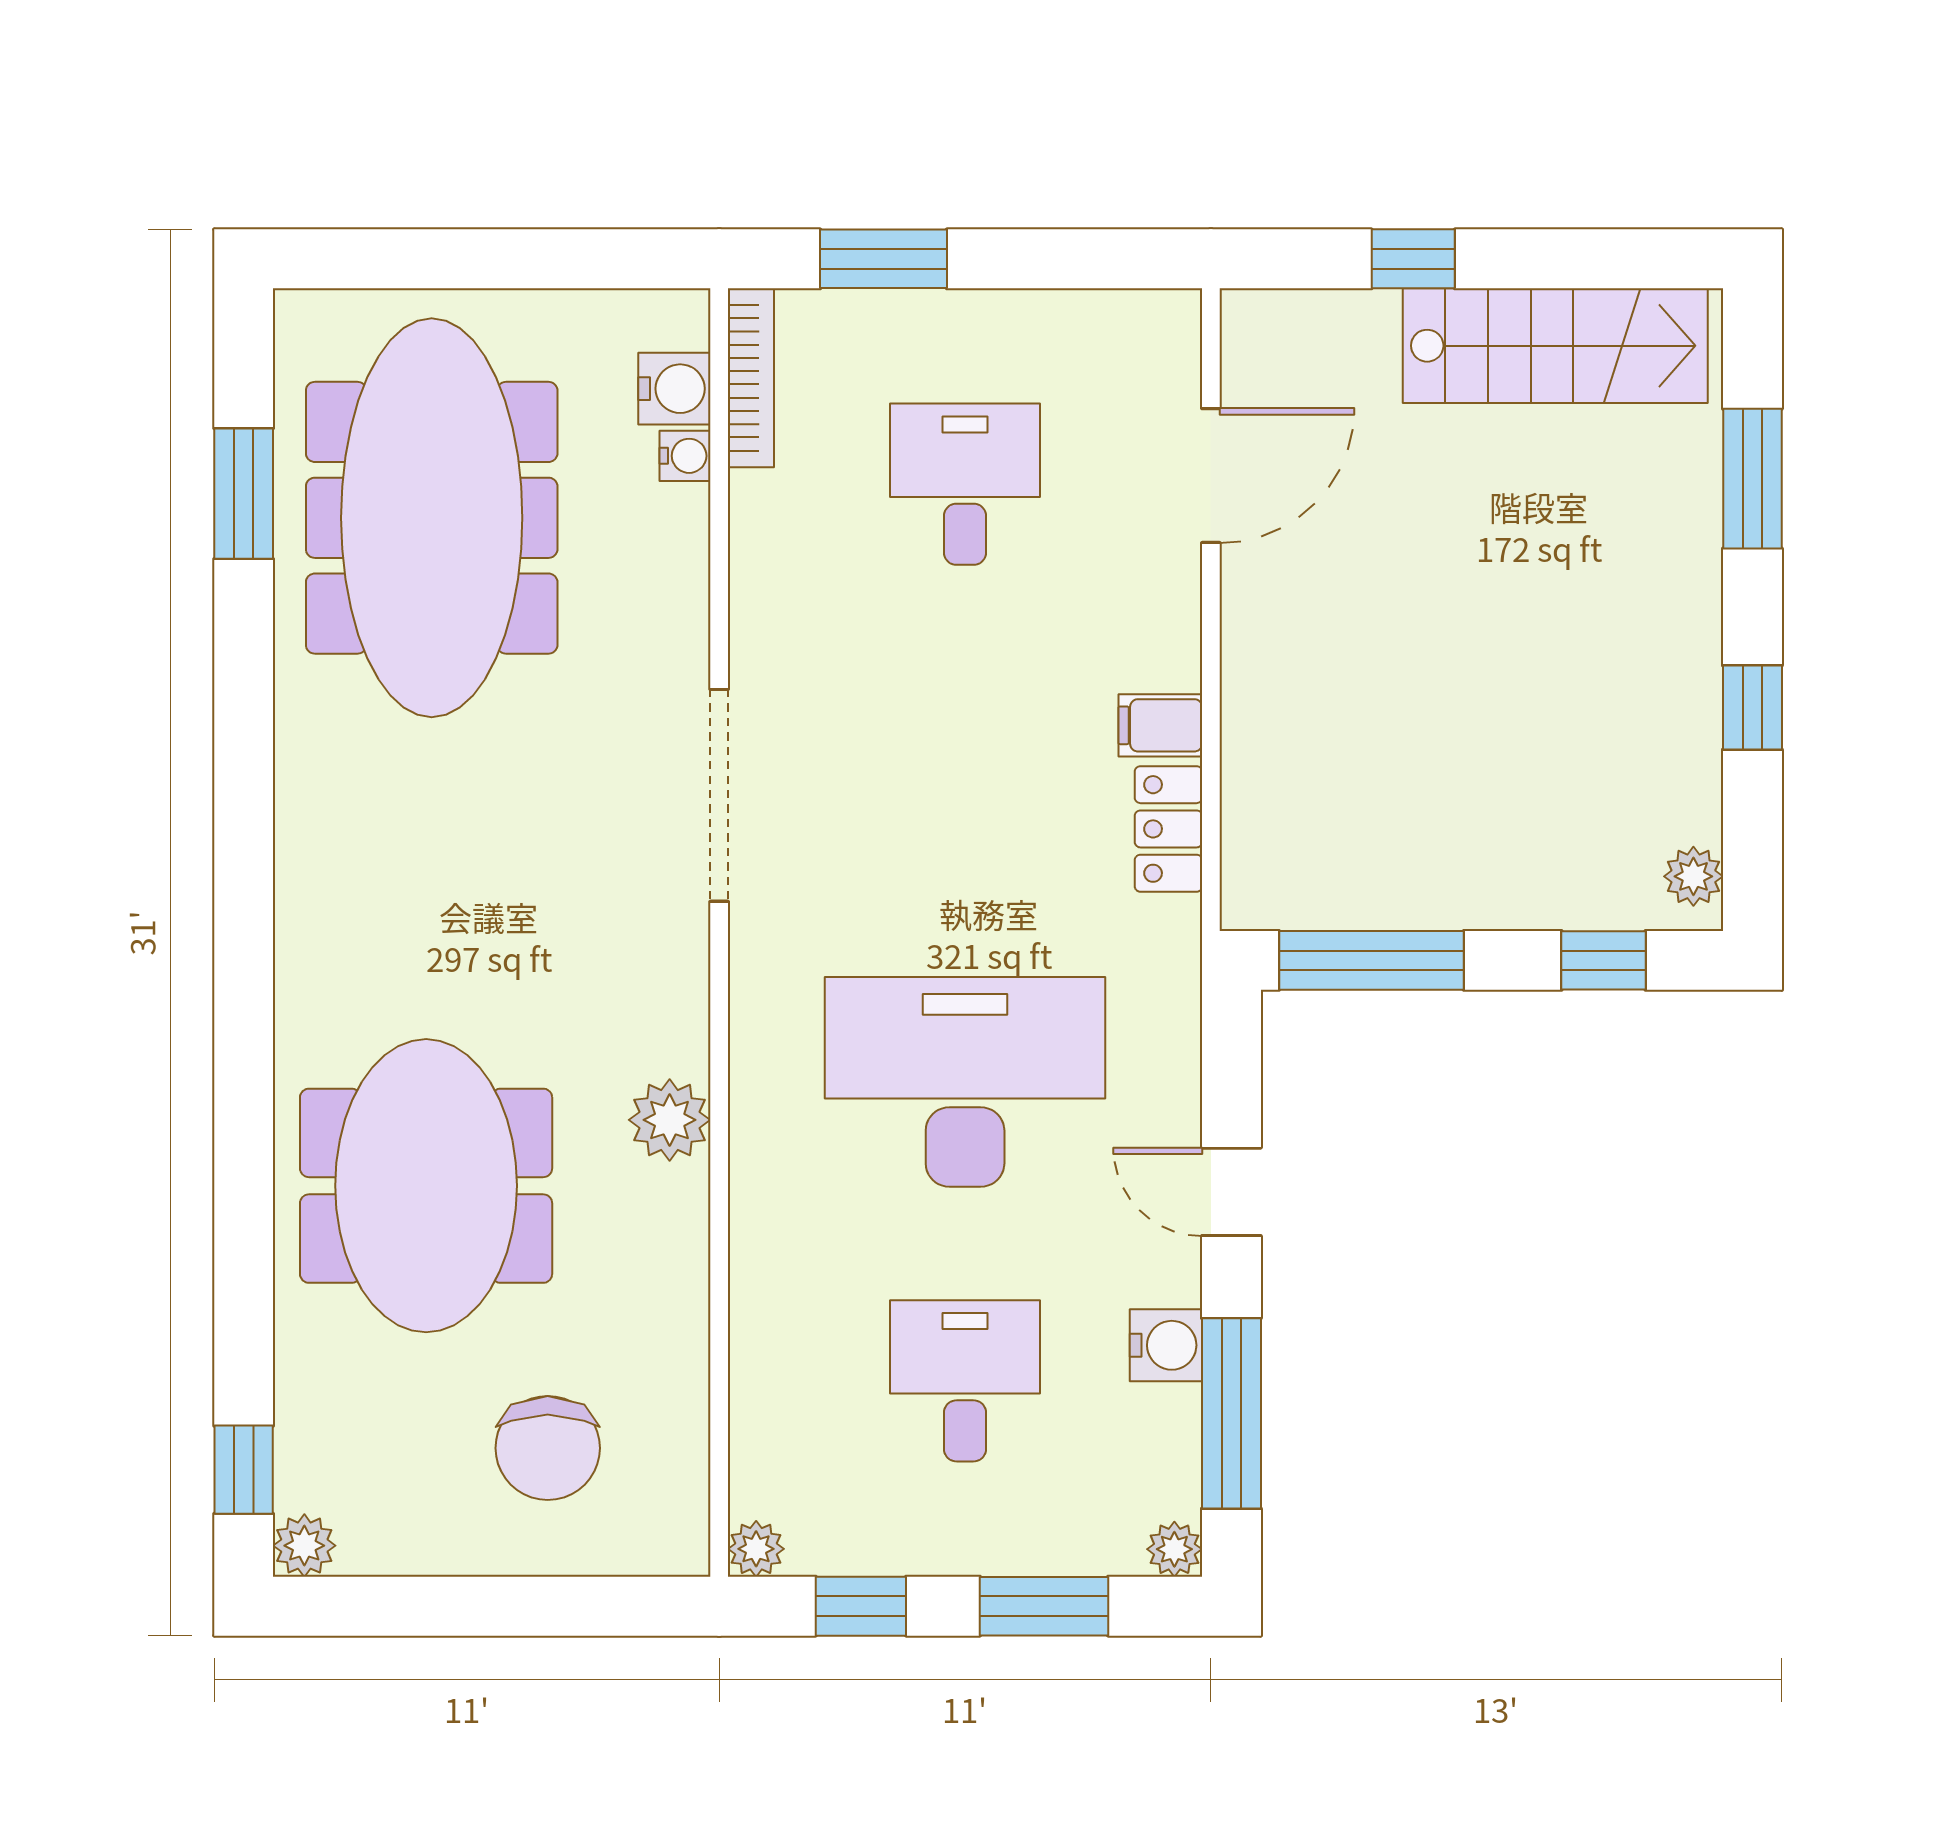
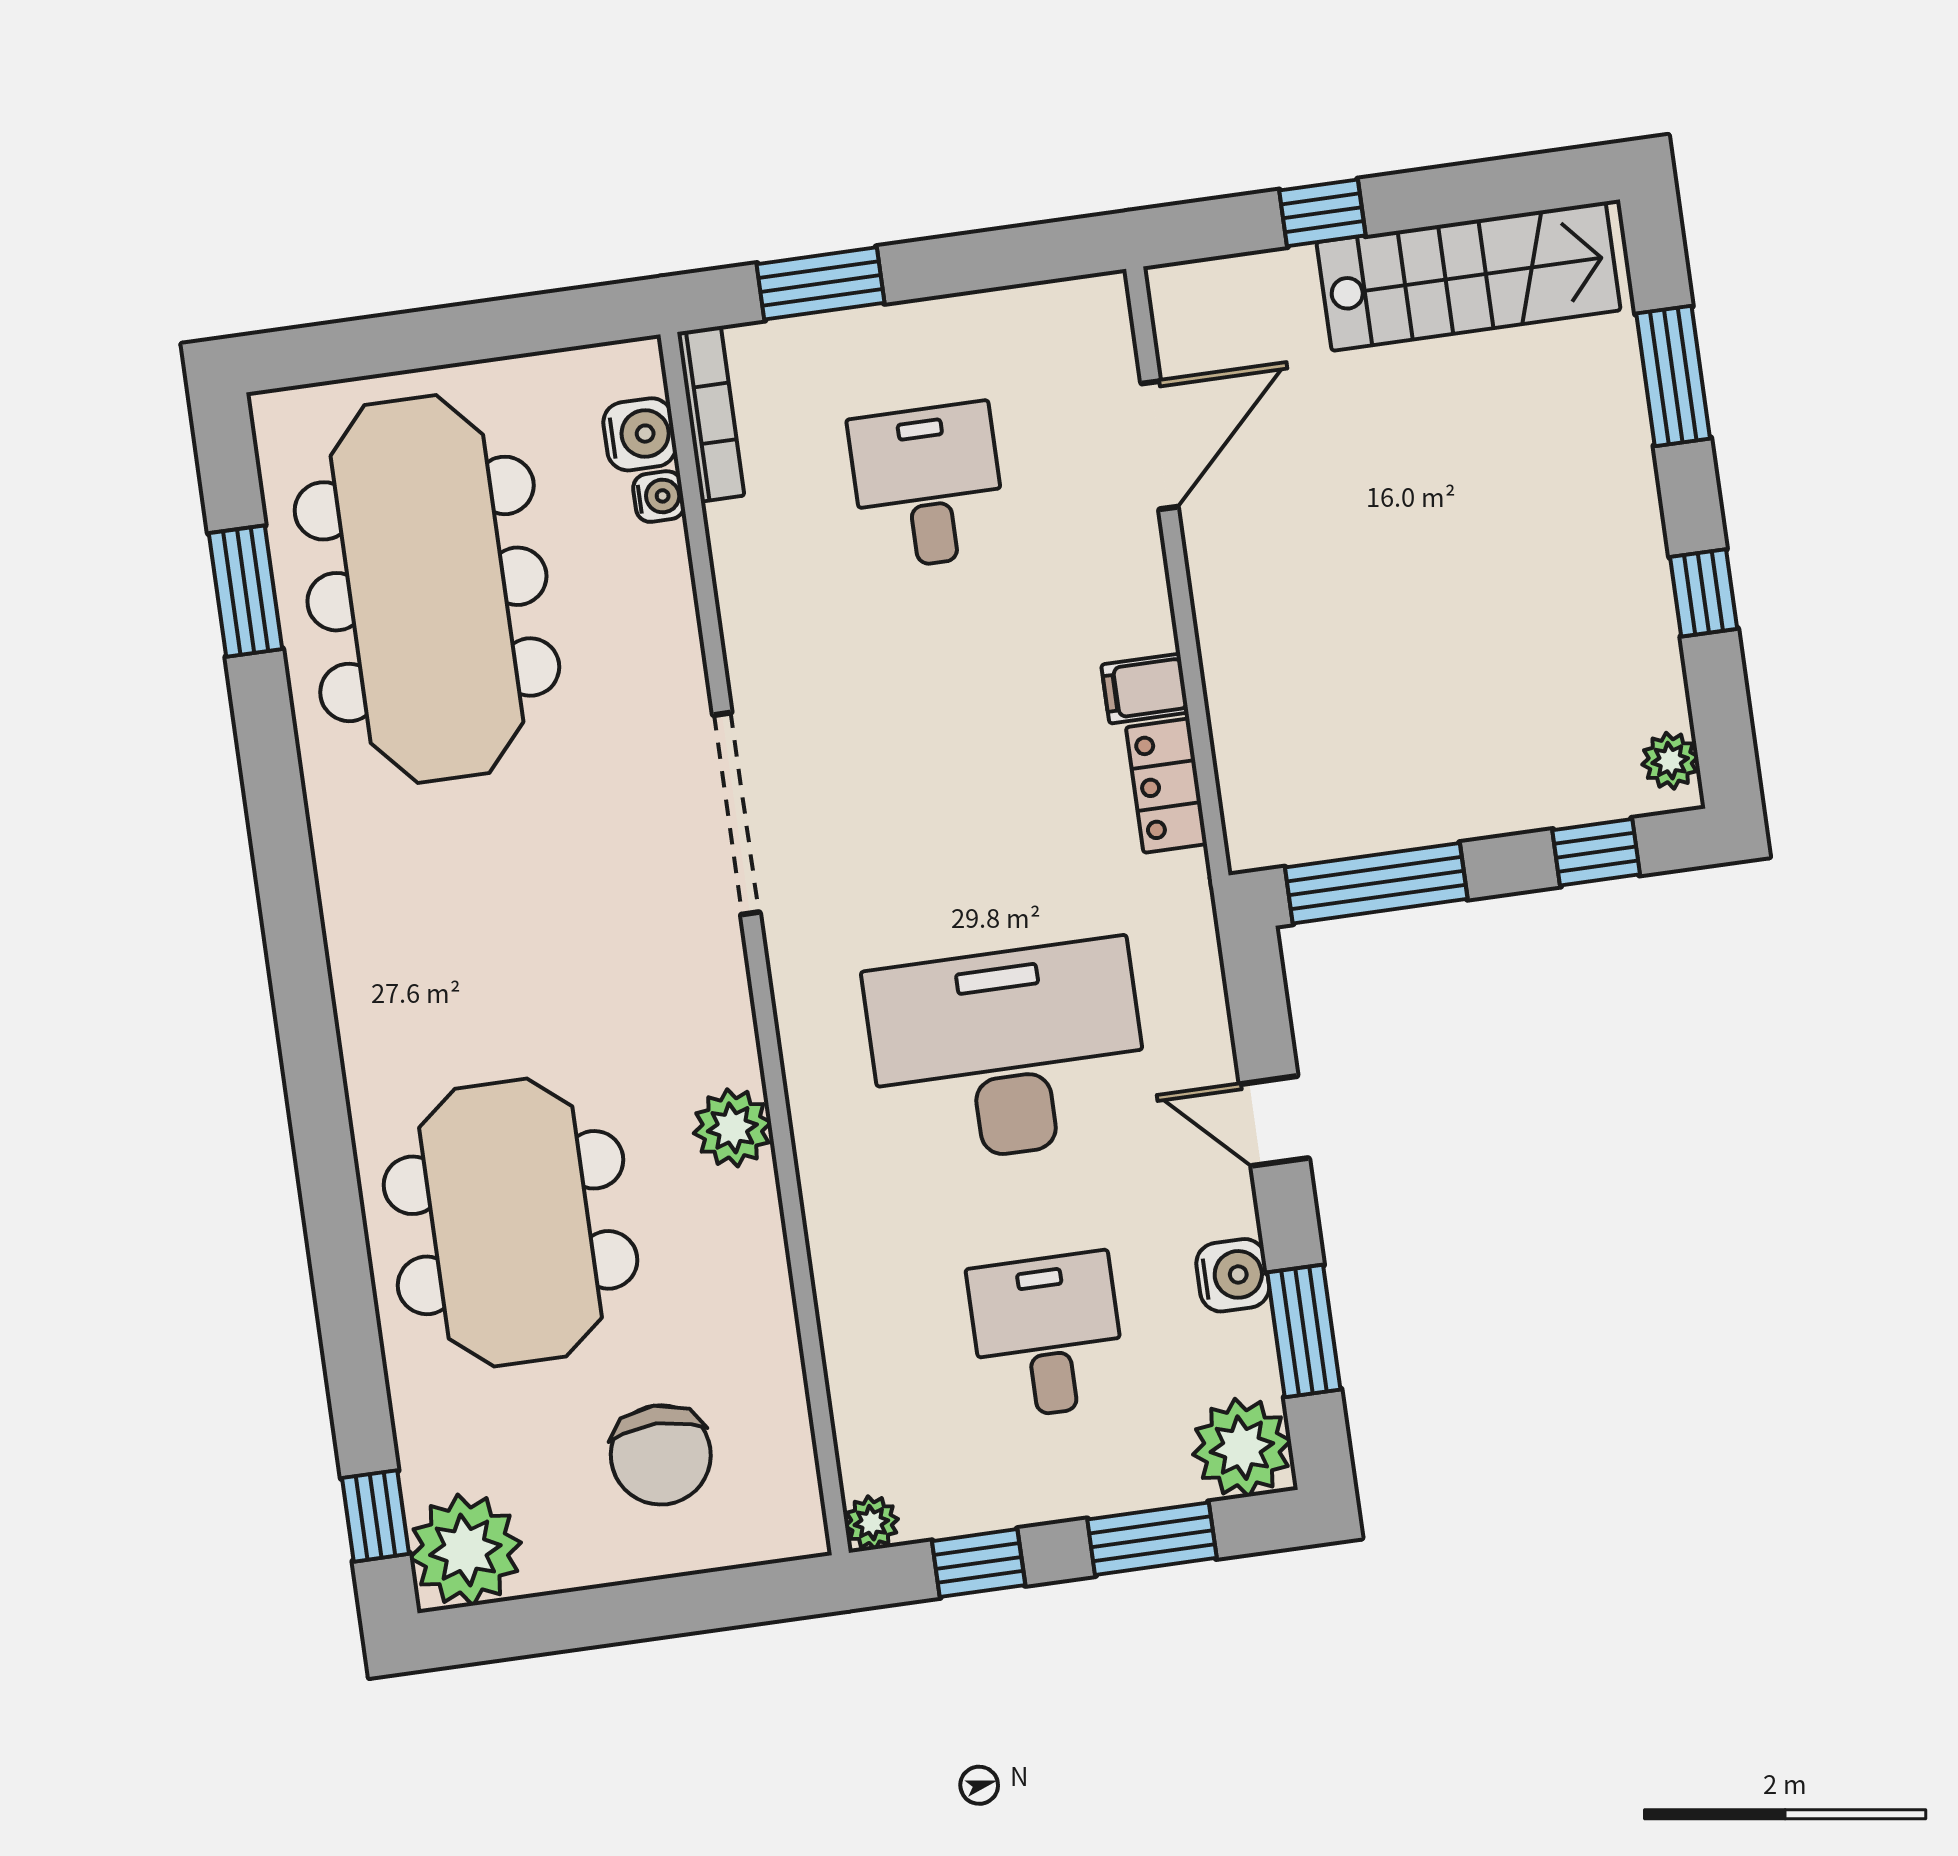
window: (1231, 1413) -> (1304, 1331), width x0.69
plant: (304, 1546) -> (465, 1550), width x1.88, depth x1.88
plant: (1174, 1549) -> (1242, 1448), width x1.88, depth x1.88

